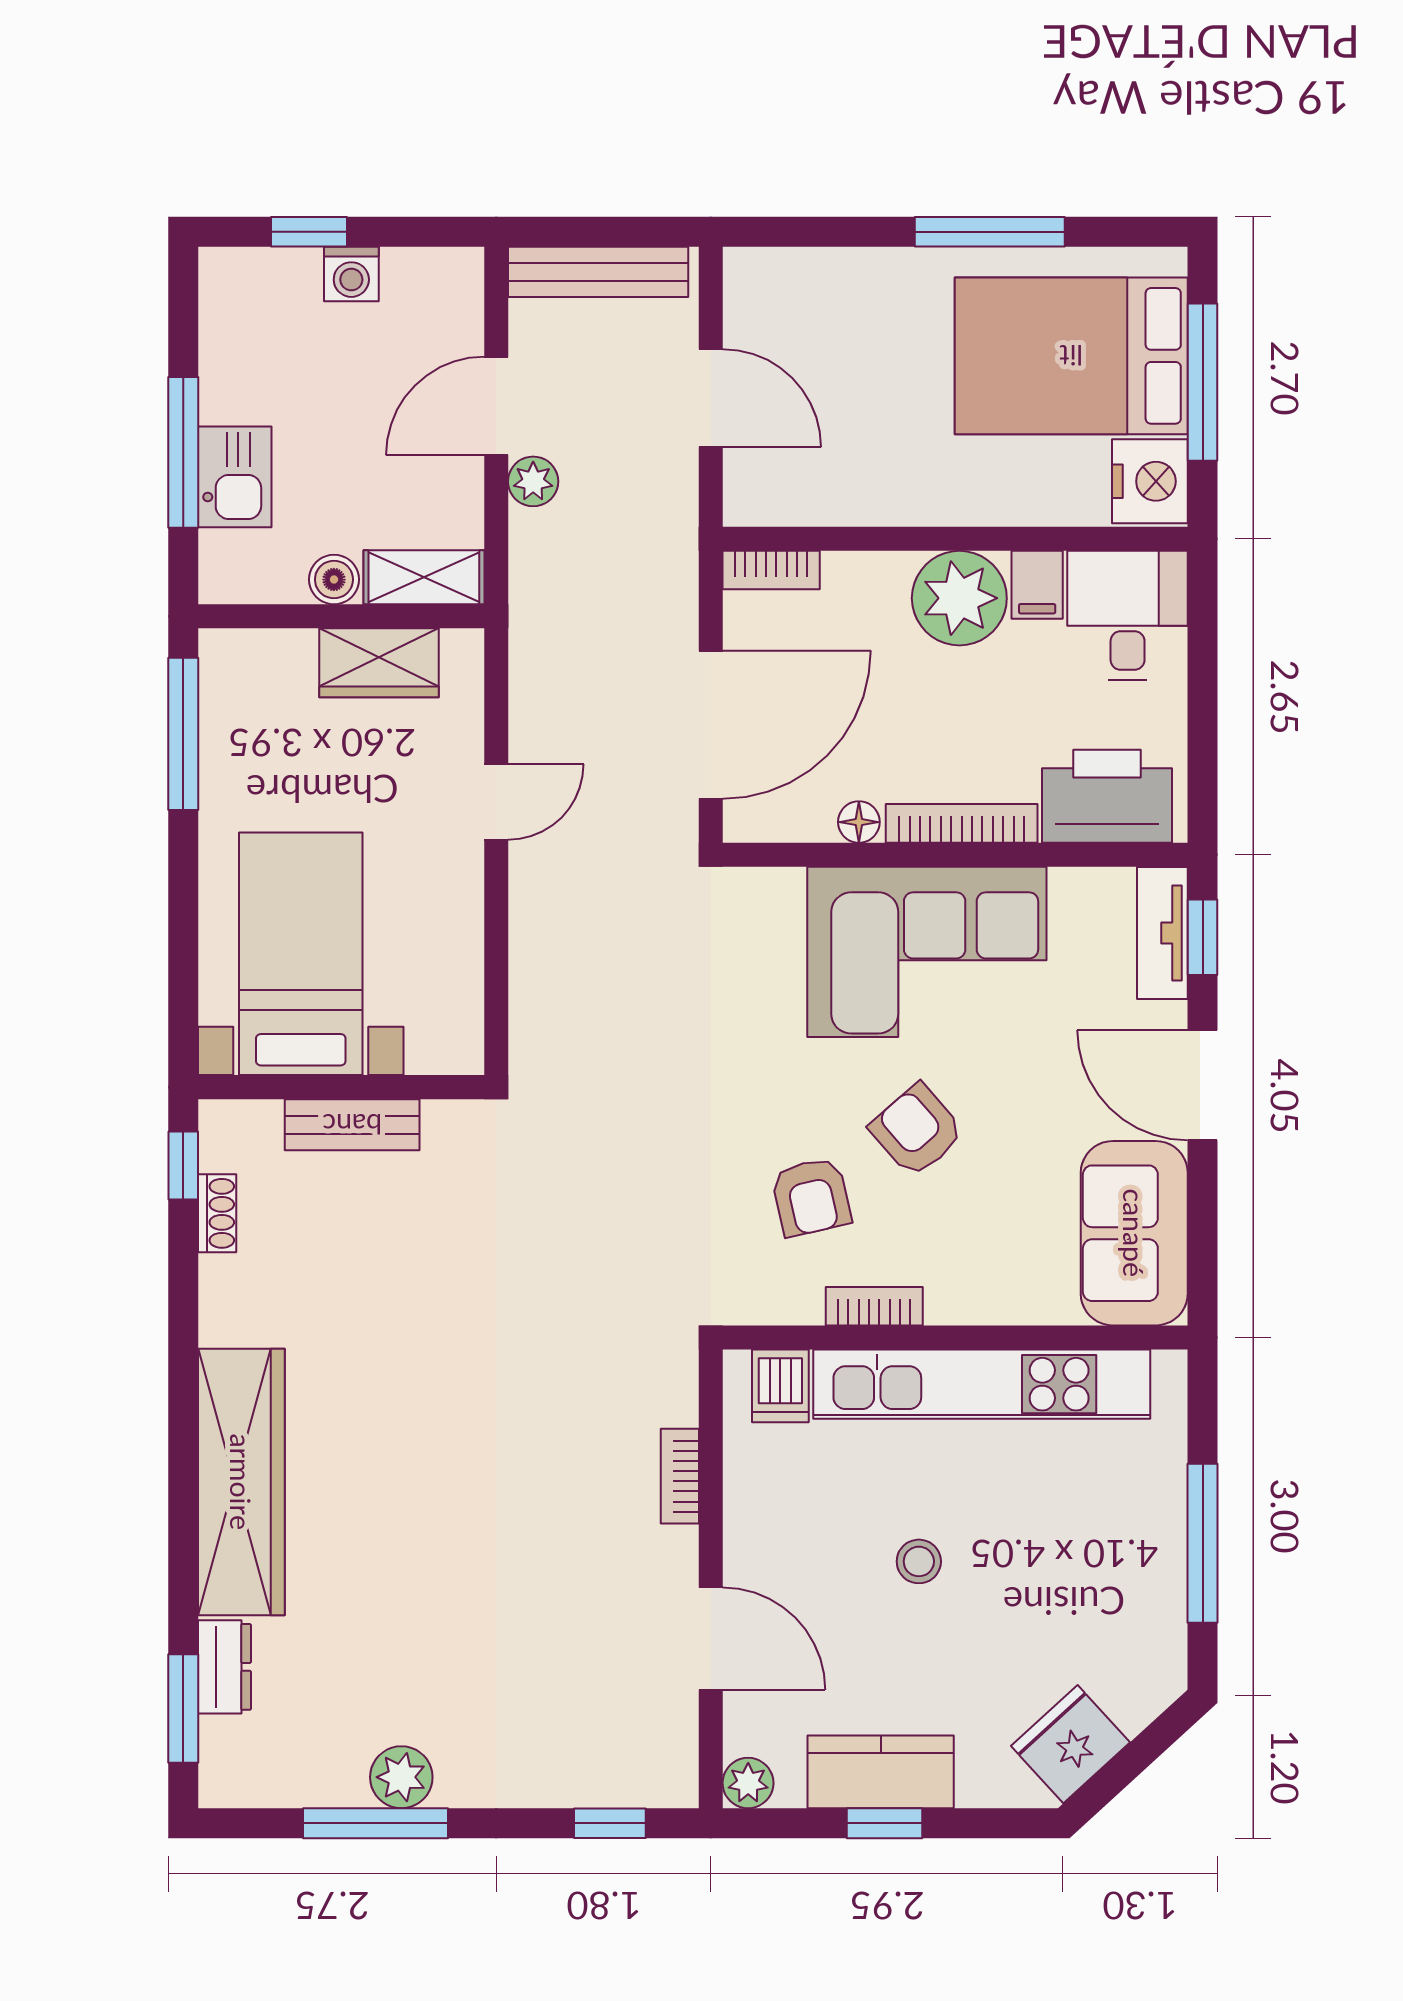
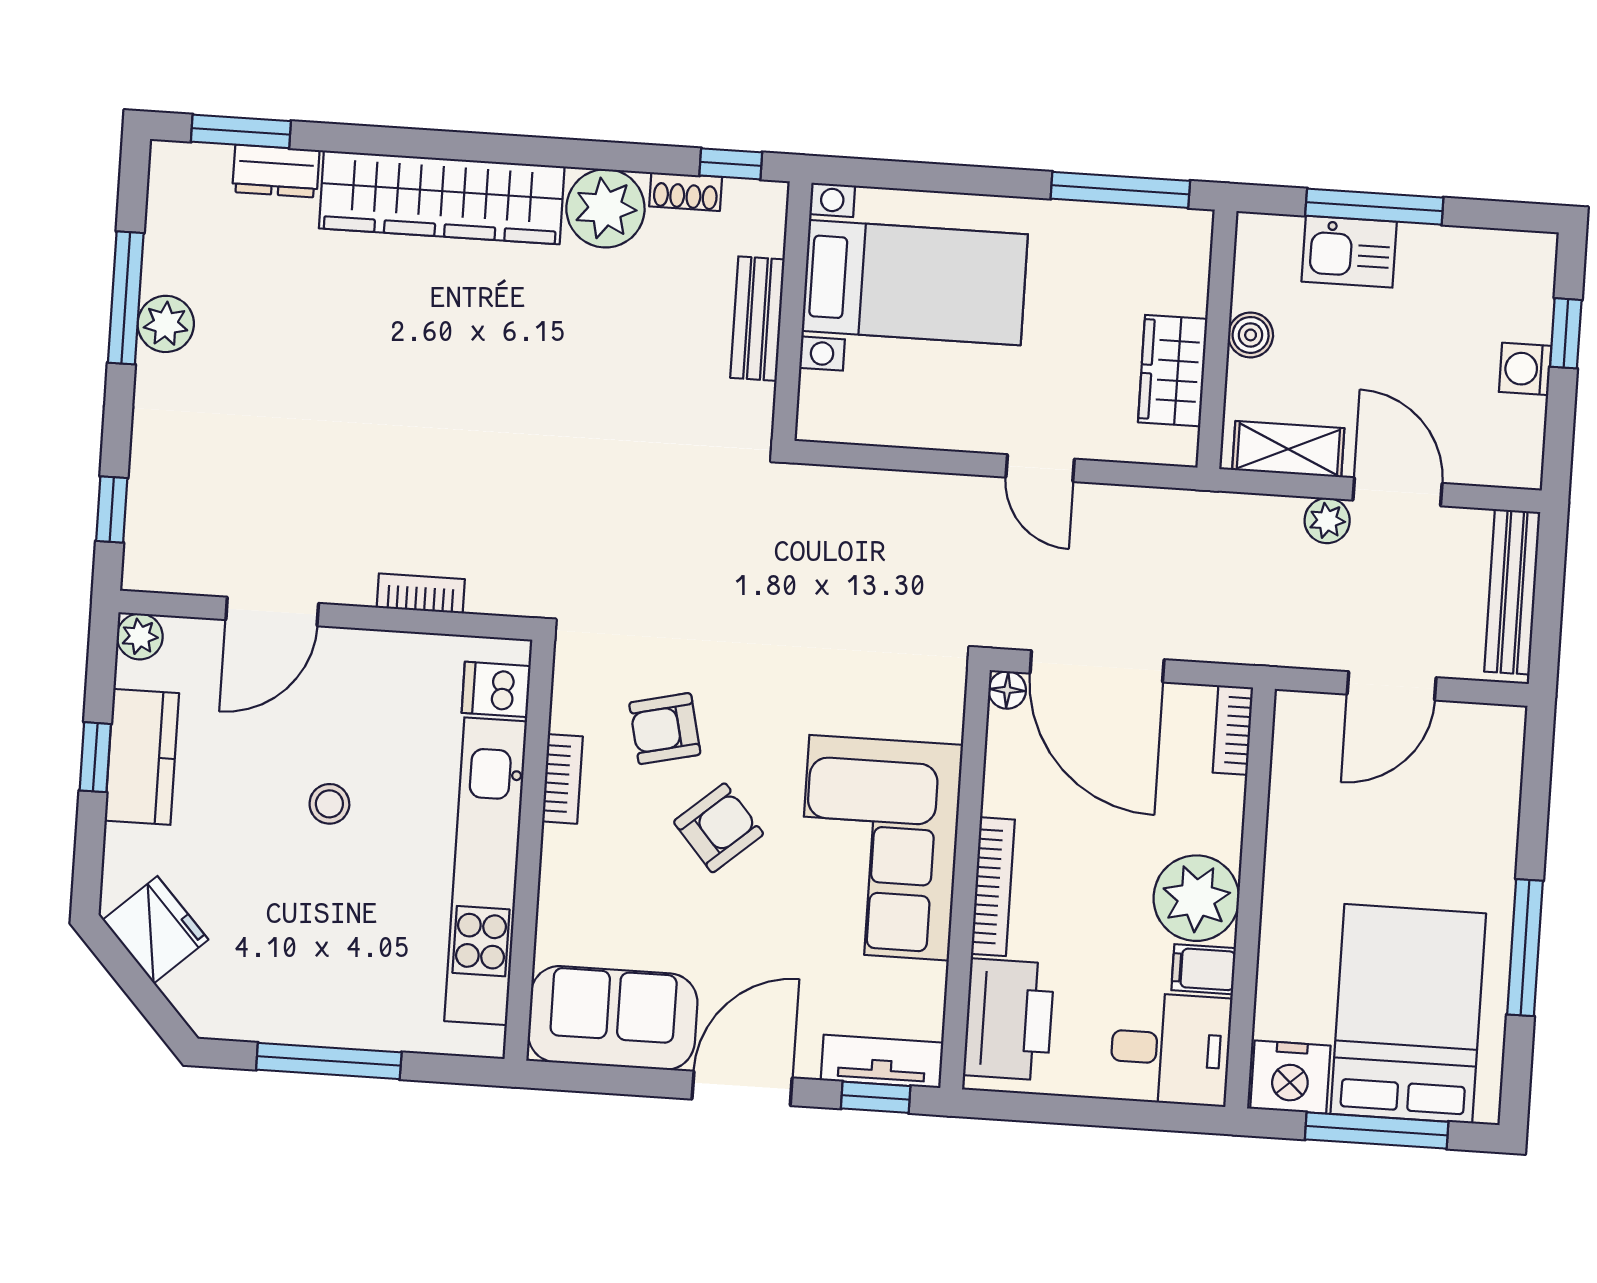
shelving: (424, 577) -> (1288, 449), moved, turned 90
floor lamp: (859, 822) -> (1007, 690), moved
plant: (242, 1301) -> (605, 208), added

